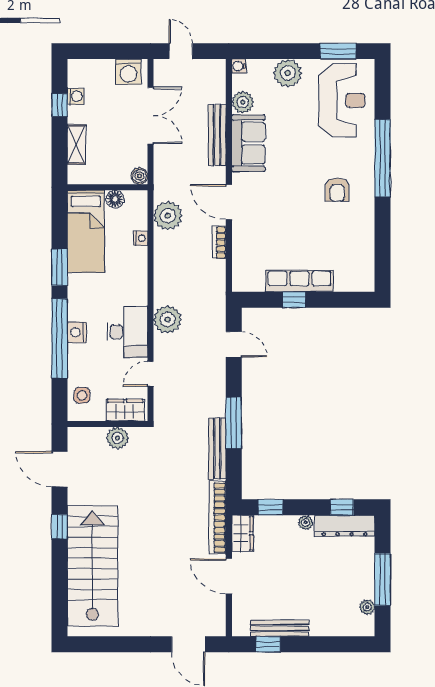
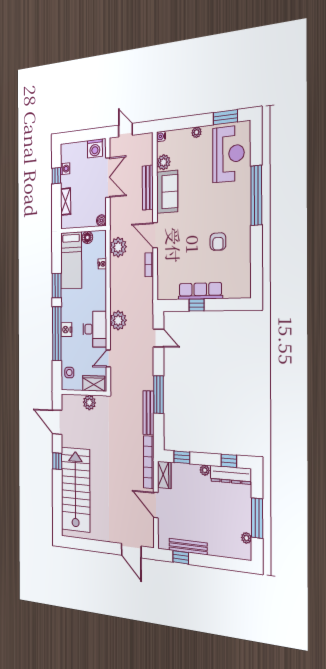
plant: (288, 73) -> (196, 132), width x0.53, depth x0.53
armchair: (337, 190) -> (218, 242), moved

